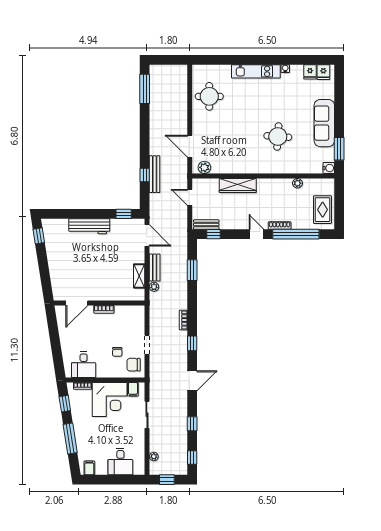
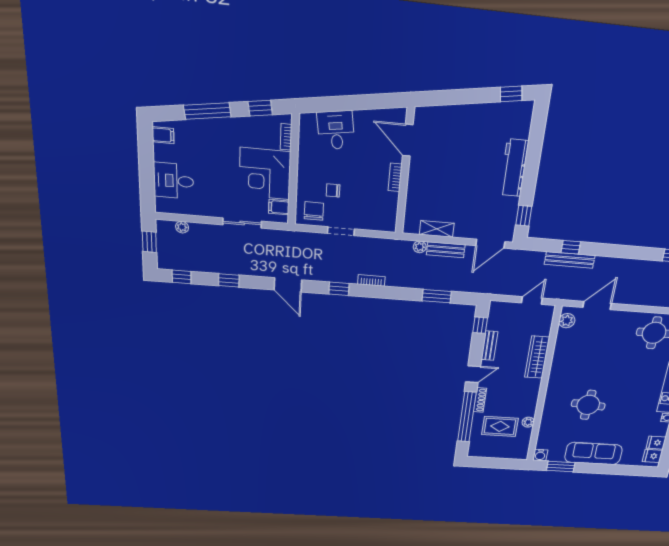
rug: (323, 210) -> (500, 426), moved
bench: (206, 225) -> (489, 346), moved
desk: (84, 365) -> (336, 130), moved, turned 81

